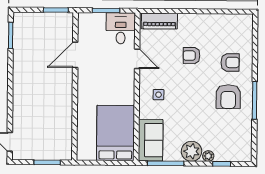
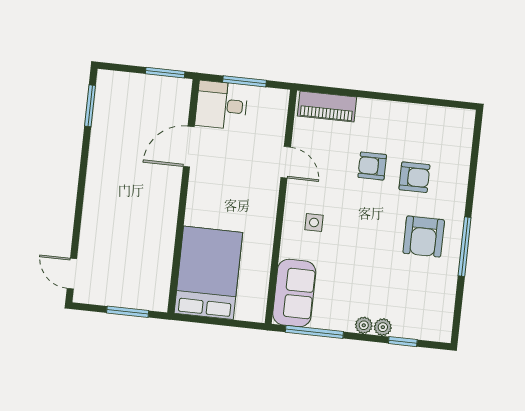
desk: (121, 28) -> (222, 105), moved, turned -90
armchair: (230, 62) -> (414, 177), moved
bed: (116, 133) -> (208, 273), moved
plant: (191, 151) -> (364, 325), width x0.53, depth x0.53

